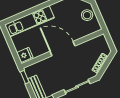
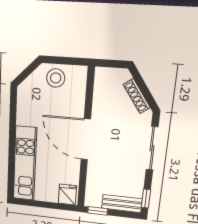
door: (63, 49) -> (86, 139), hinge flipped

